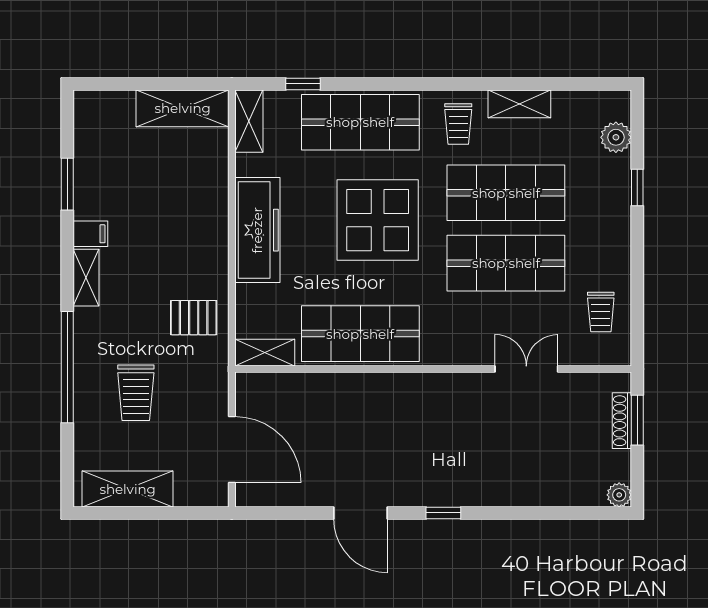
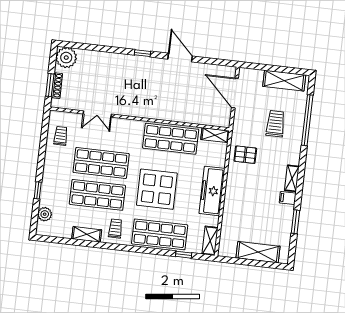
shelving: (183, 108) -> (258, 252), moved
window: (67, 367) -> (307, 120), moved
plant: (619, 495) -> (66, 58), width x1.88, depth x1.88

